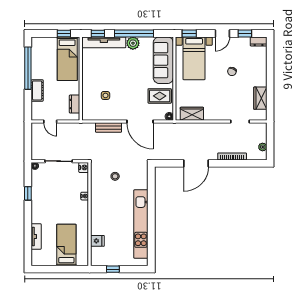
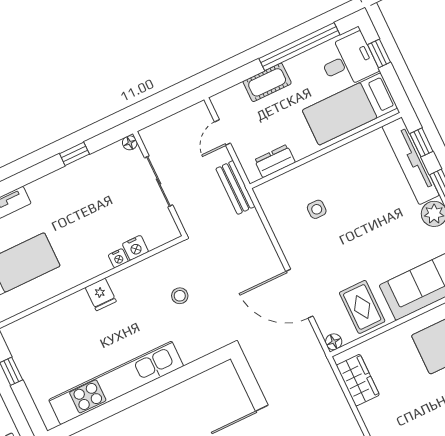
window: (64, 33) -> (379, 53), moved
desk: (45, 49) -> (348, 61), added
door: (140, 122) -> (299, 294), hinge flipped
bench: (109, 128) -> (235, 187), moved
nightstand: (84, 167) -> (135, 248), moved
fridge: (97, 241) -> (101, 294), moved

